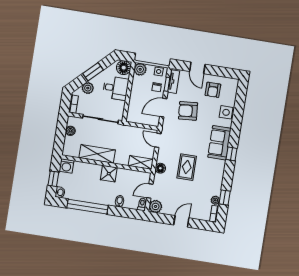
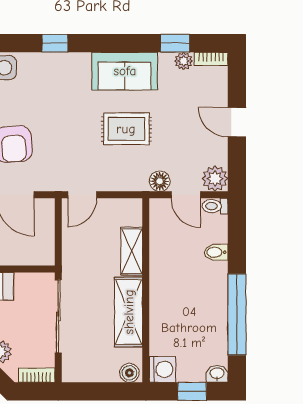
boiler: (70, 131) -> (129, 373), moved
sofa: (219, 143) -> (125, 71), moved
window: (232, 154) -> (55, 43), moved
shelving: (141, 162) -> (132, 251), moved
floor lamp: (160, 168) -> (160, 181), moved
shower: (109, 174) -> (164, 283), removed

